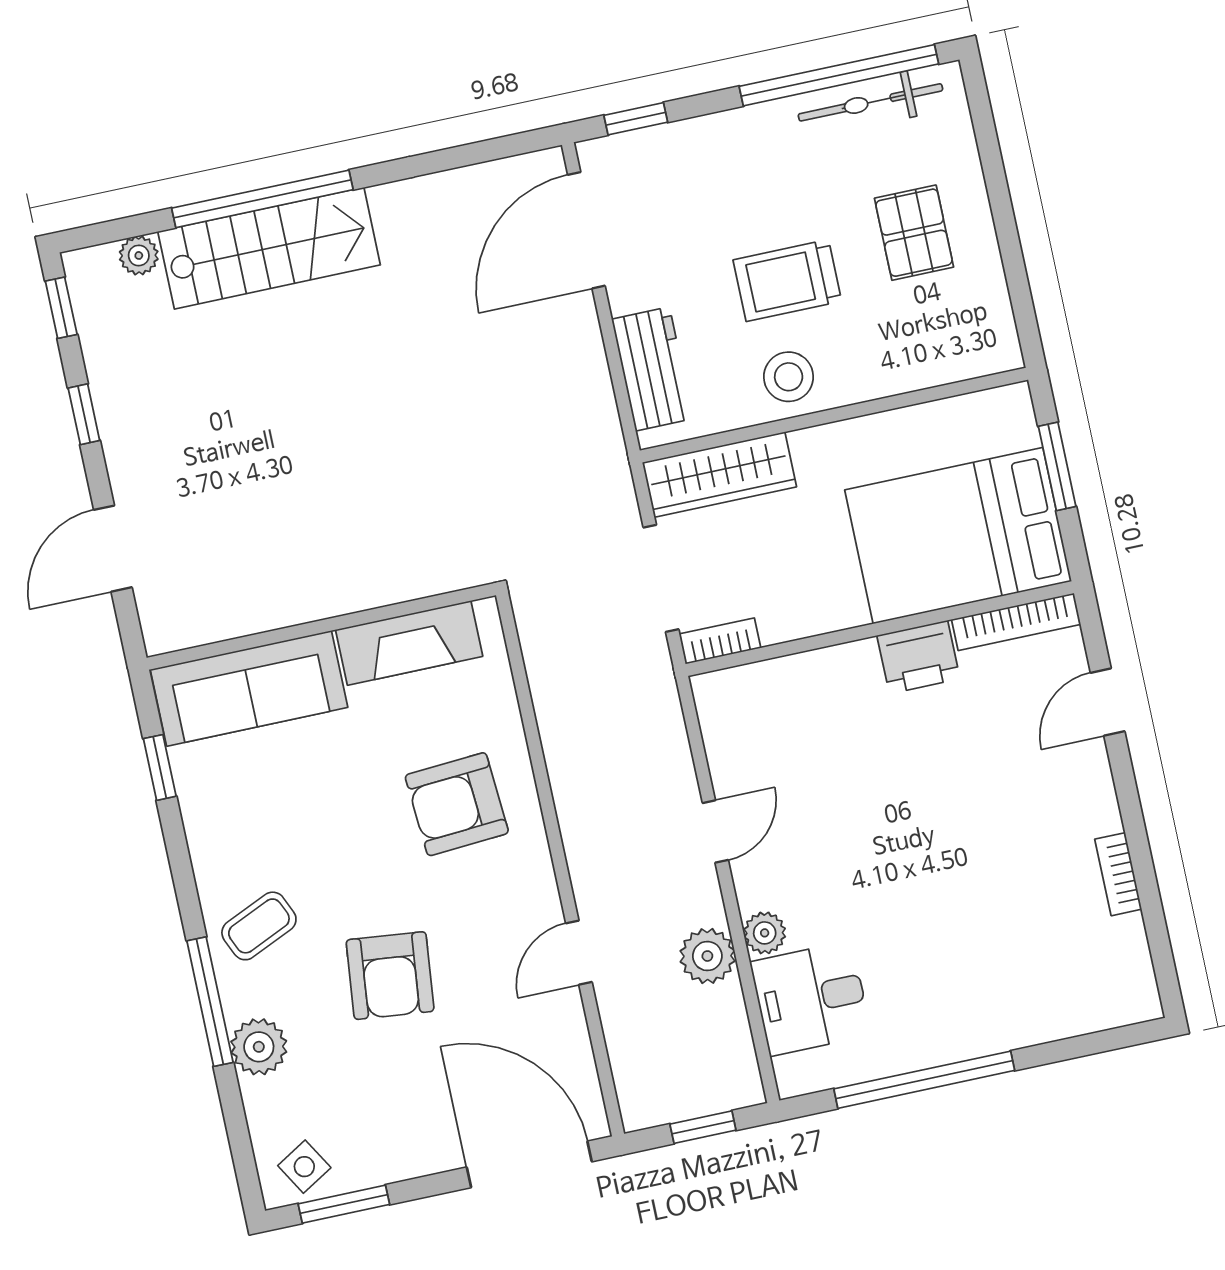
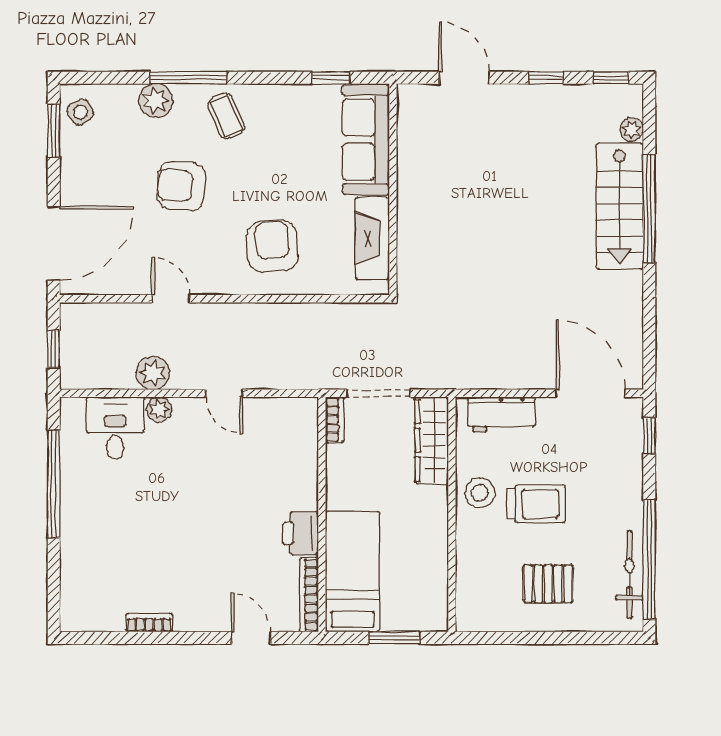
trolley: (787, 281) -> (536, 504), turned 90
bed: (958, 536) -> (353, 572), width x0.67

